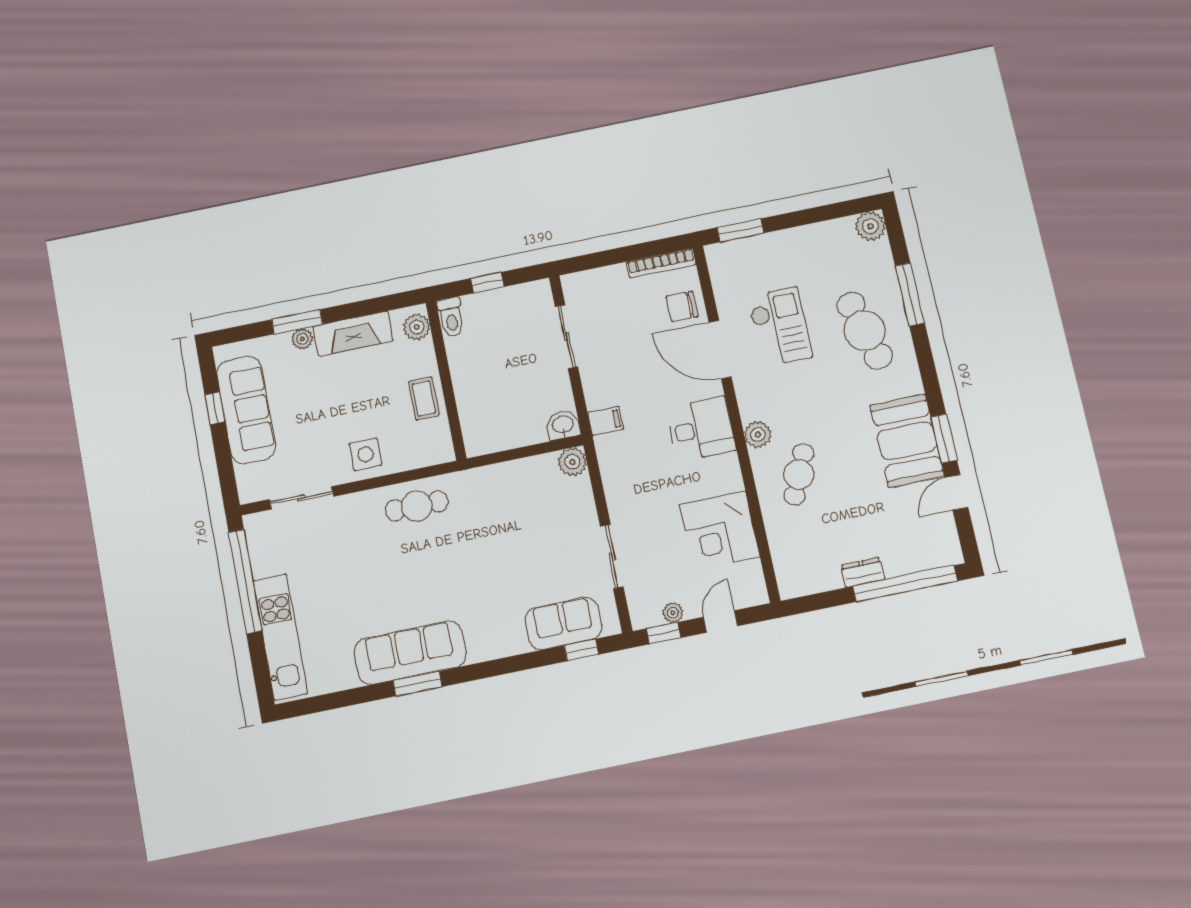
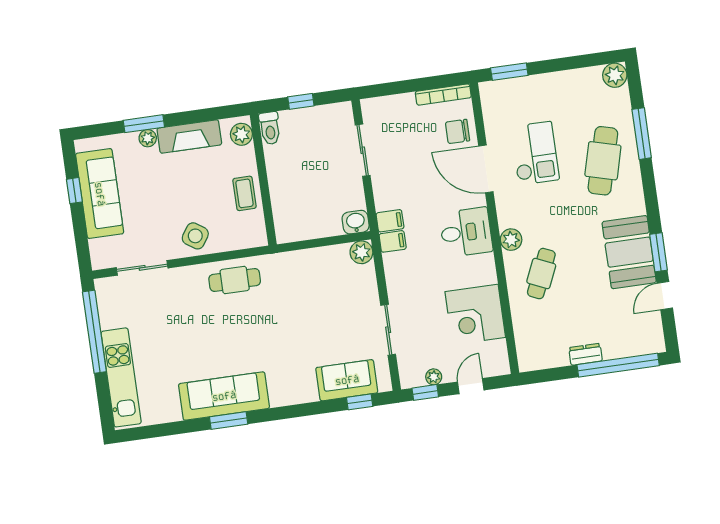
cafe table: (865, 331) -> (603, 161), turned 30
filing cabinet: (610, 446) -> (393, 241), added
side table: (366, 454) -> (195, 236), turned 34

